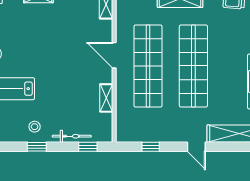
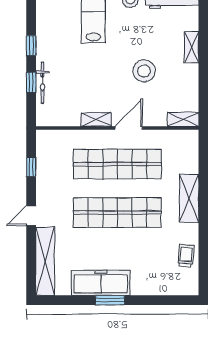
shelving: (106, 98) -> (96, 120), moved
stool: (35, 127) -> (144, 71), moved, width x1.89, depth x1.89
window: (88, 147) -> (31, 82), moved

